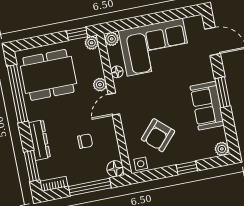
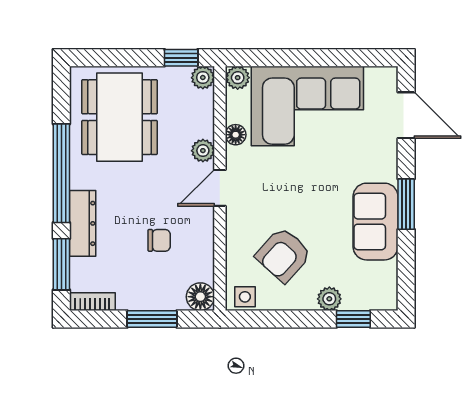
dining table: (48, 75) -> (120, 117), turned 90
window: (17, 94) -> (61, 173), moved
plant: (222, 149) -> (329, 299), moved
window: (187, 168) -> (353, 319), moved
window: (90, 187) -> (152, 319), width x0.69

